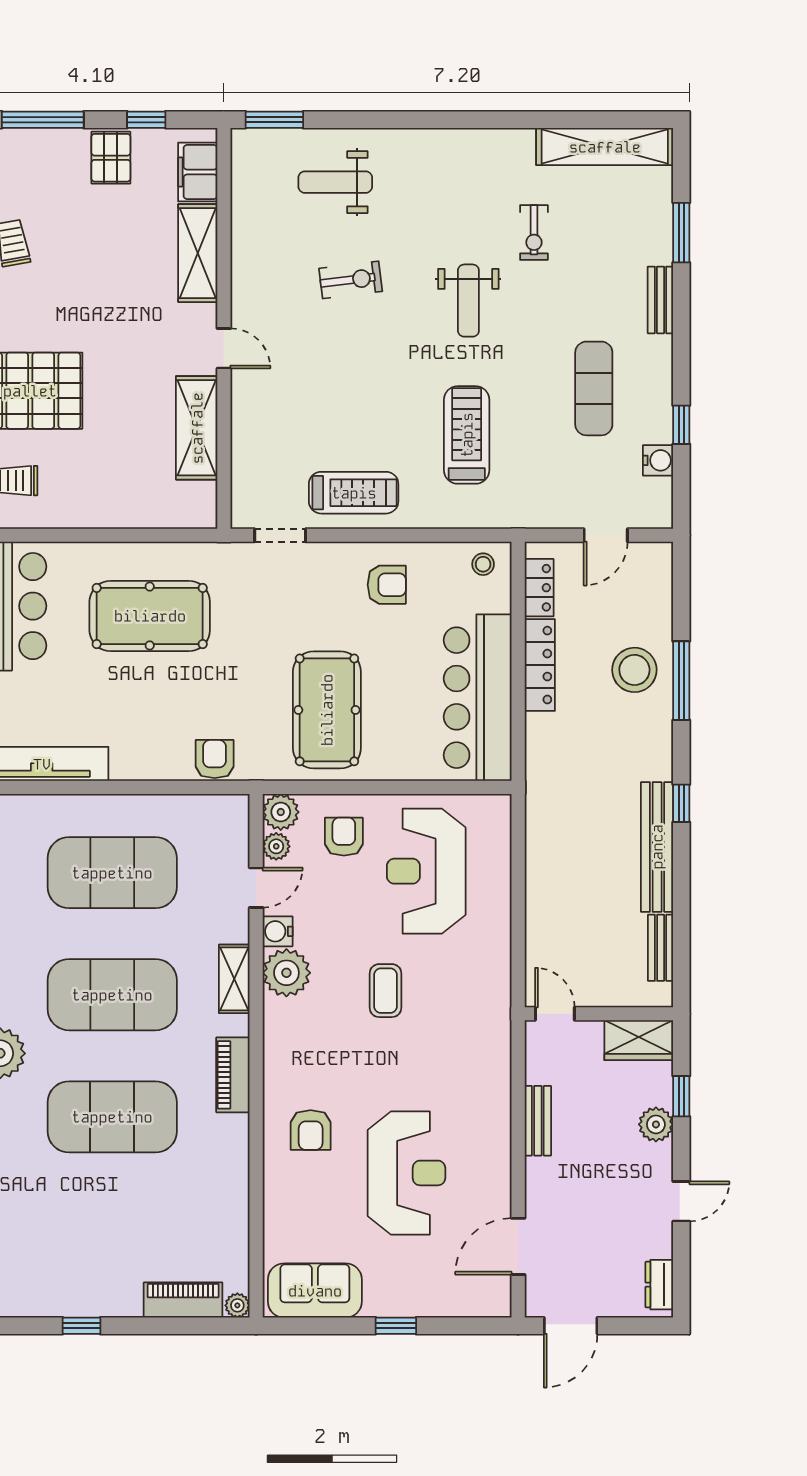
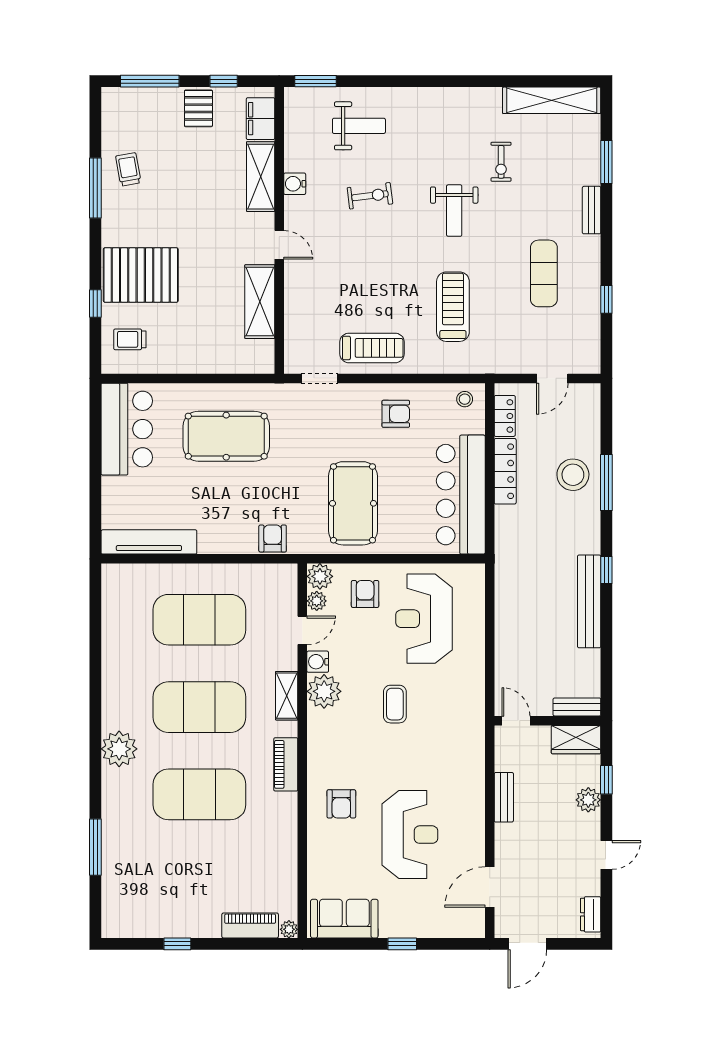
weight bench: (335, 182) -> (359, 126), turned 180
water cooler: (658, 460) -> (295, 184), moved, turned 180
bench: (661, 948) -> (577, 707), moved, turned 90

